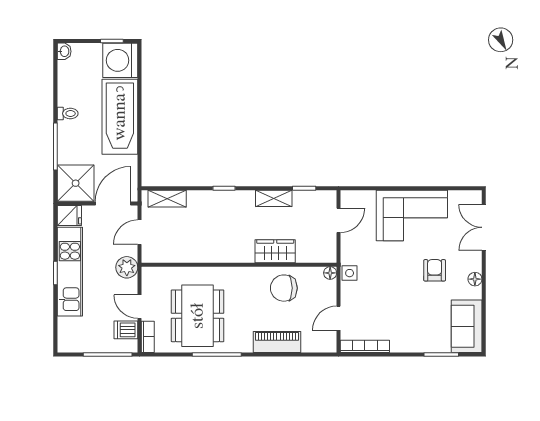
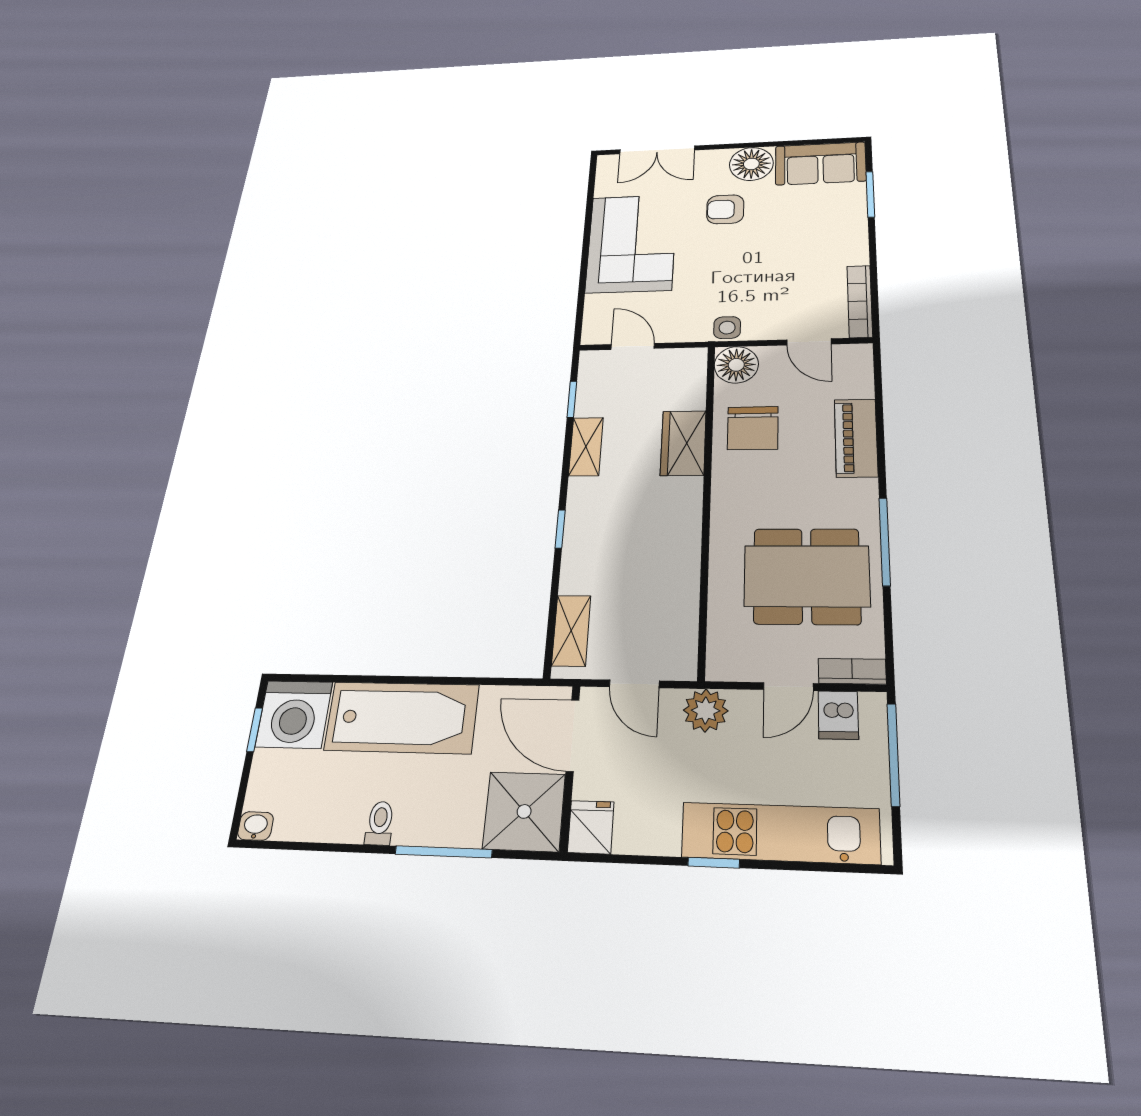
kitchen unit: (70, 272) -> (780, 833), moved
floor lamp: (330, 273) -> (736, 365), width x1.89, depth x1.89
floor lamp: (475, 279) -> (751, 164), width x1.89, depth x1.89

